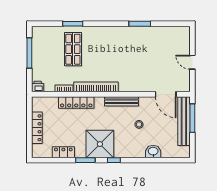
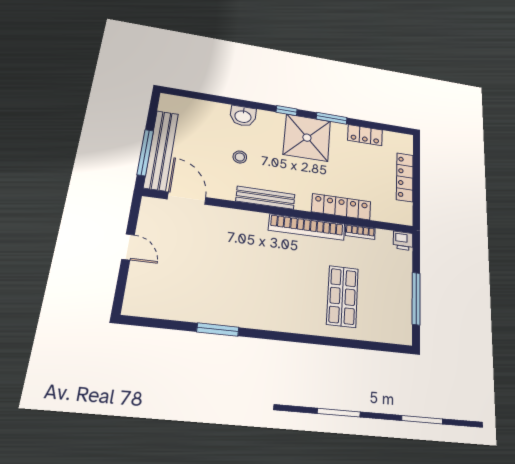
window: (73, 24) -> (341, 342), removed
washbasin: (153, 152) -> (243, 116), moved

